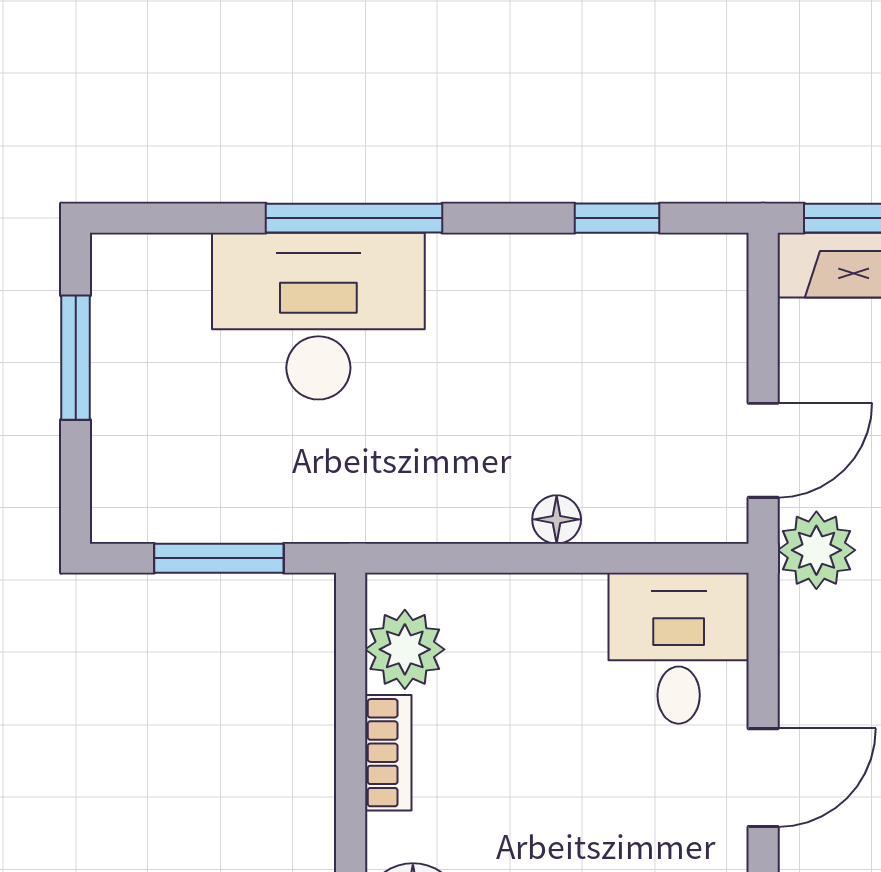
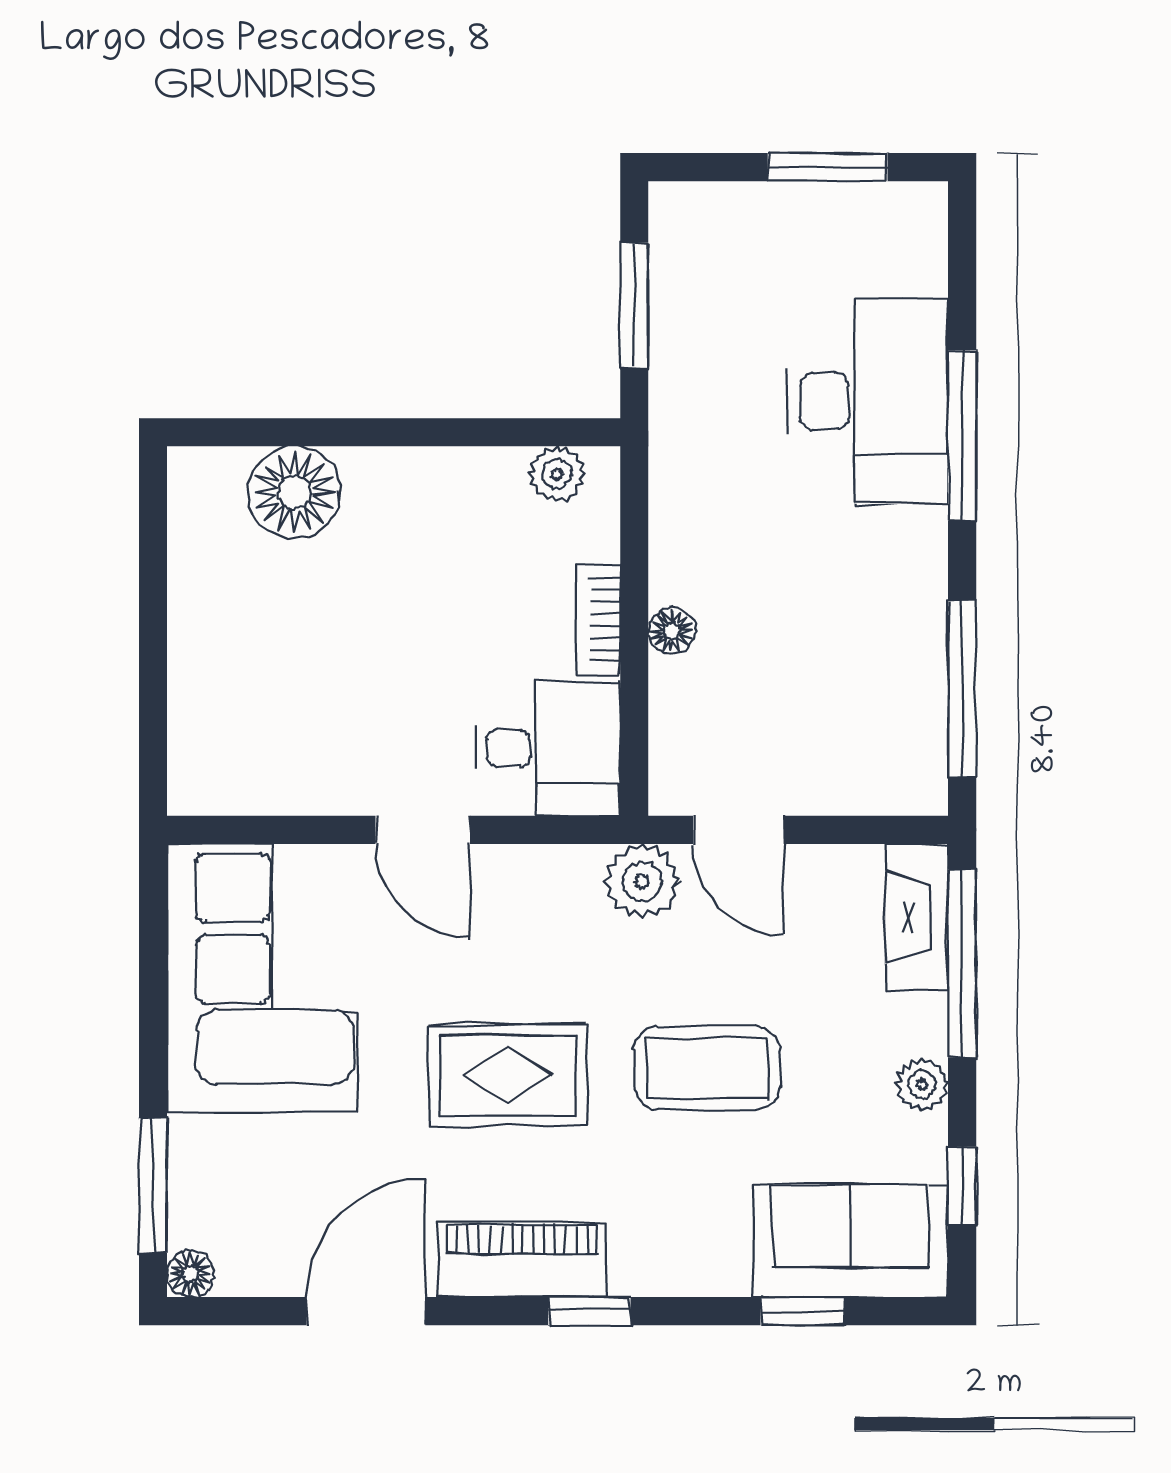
window: (617, 218) -> (962, 689), width x2.17
plant: (405, 649) -> (557, 474), width x0.73, depth x0.73
bookcase: (388, 753) -> (598, 620), moved, turned 90

